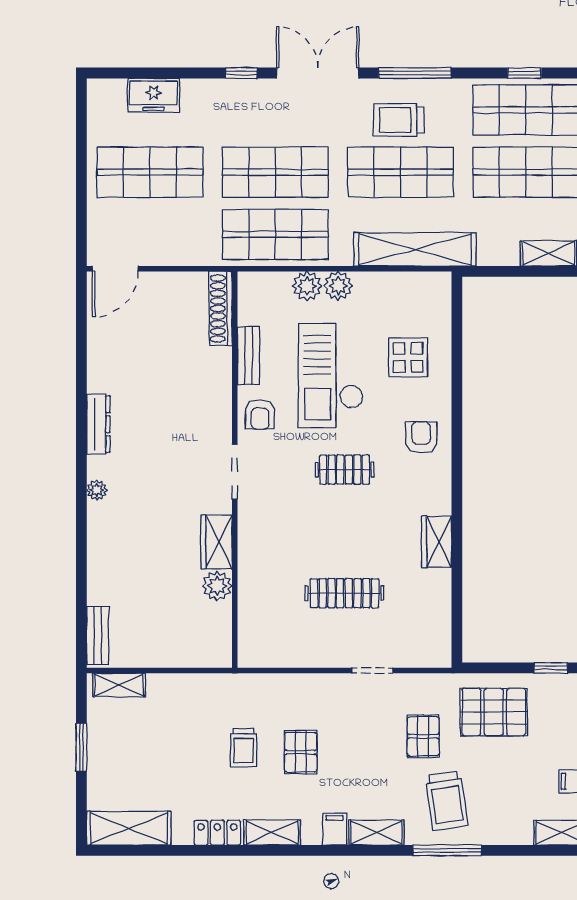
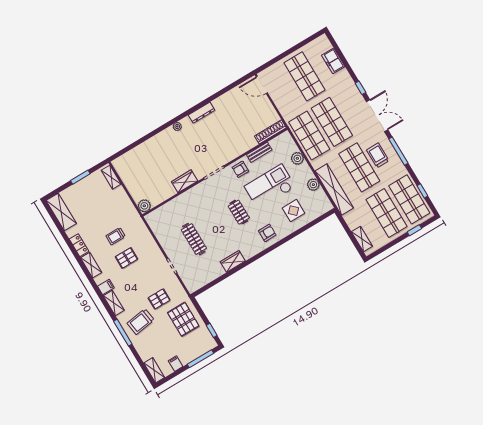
plant: (338, 286) -> (313, 185), moved
plant: (217, 586) -> (144, 206), moved
bench: (98, 635) -> (125, 159), removed

